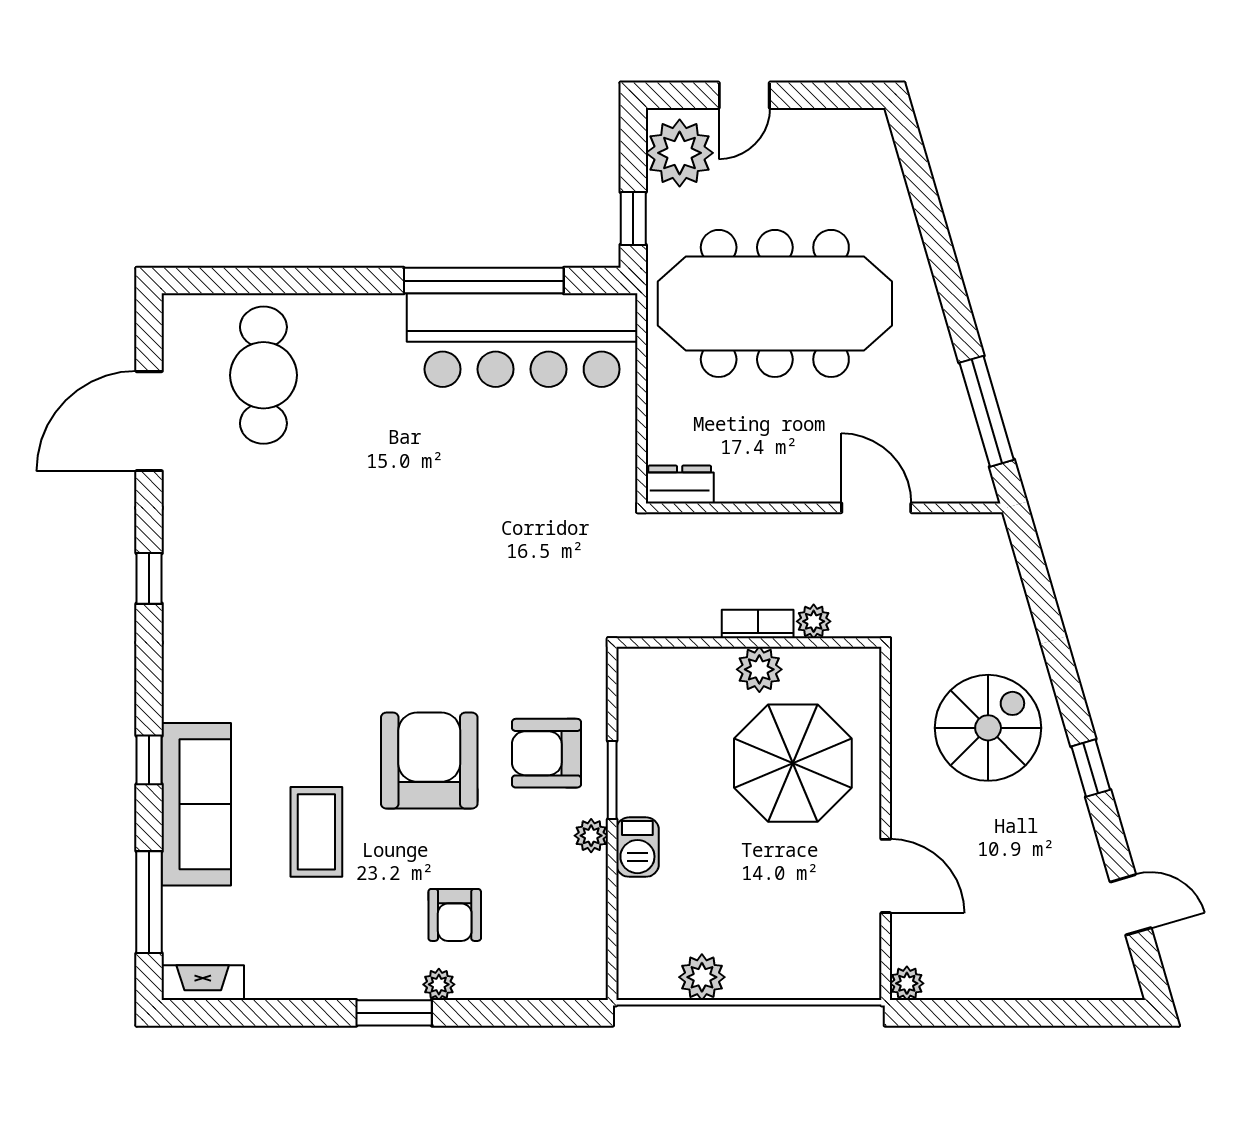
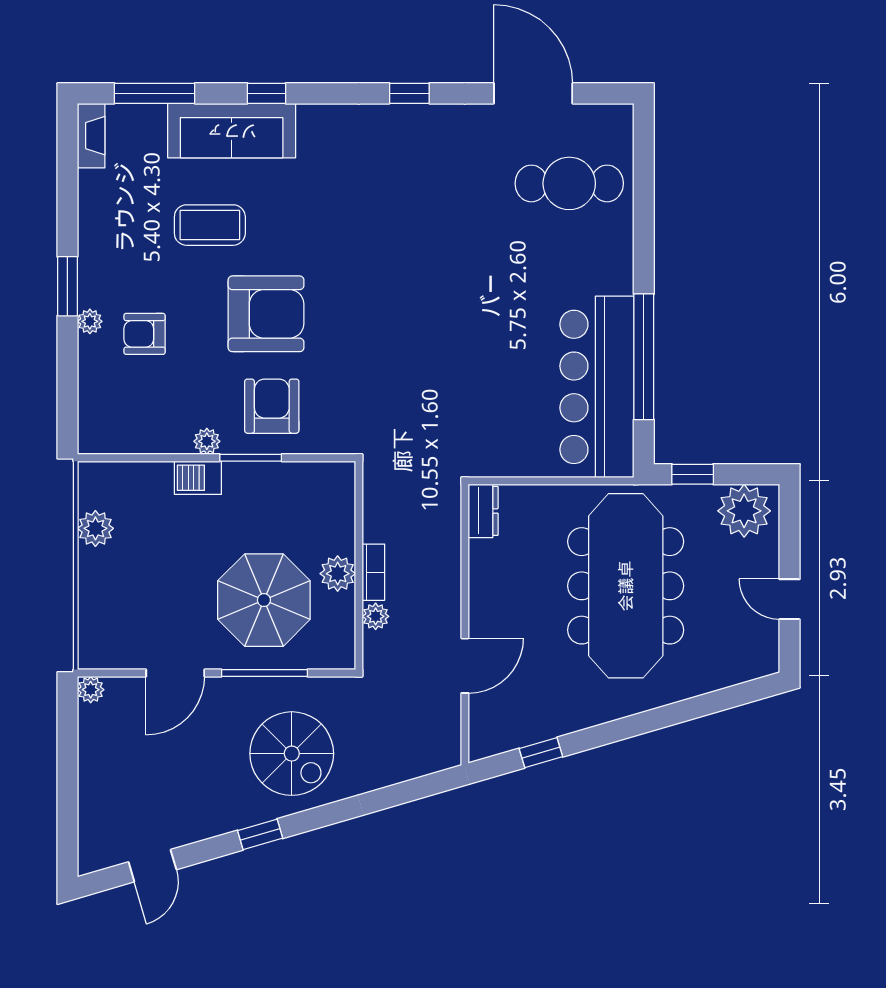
door: (744, 95) -> (789, 599), moved
window: (987, 411) -> (541, 753), width x0.46
window: (886, 762) -> (264, 673), added

